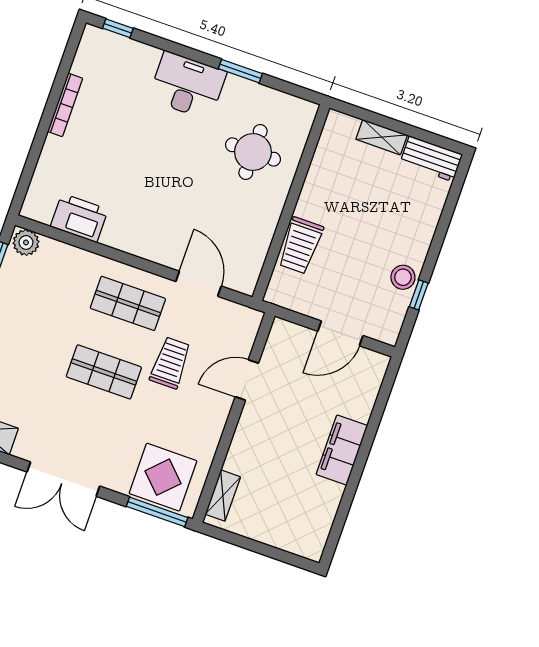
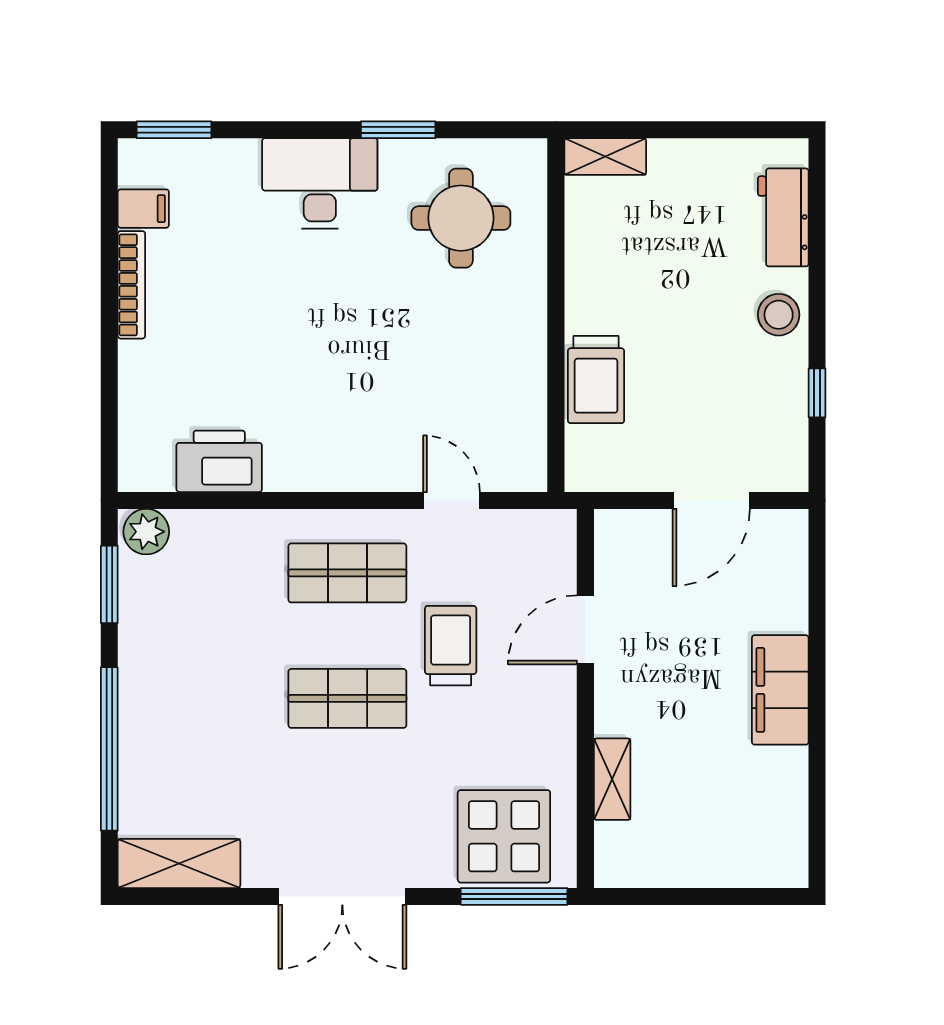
window: (118, 28) -> (174, 130), width x1.50
filing cabinet: (86, 66) -> (143, 209), added
shelving: (382, 137) -> (605, 157), moved
round table: (253, 152) -> (461, 218), moved
workbench: (431, 159) -> (783, 217), moved, turned 90
stool: (403, 277) -> (779, 315), moved
door: (199, 284) -> (451, 500), width x0.73
shelving: (223, 496) -> (612, 779), moved

